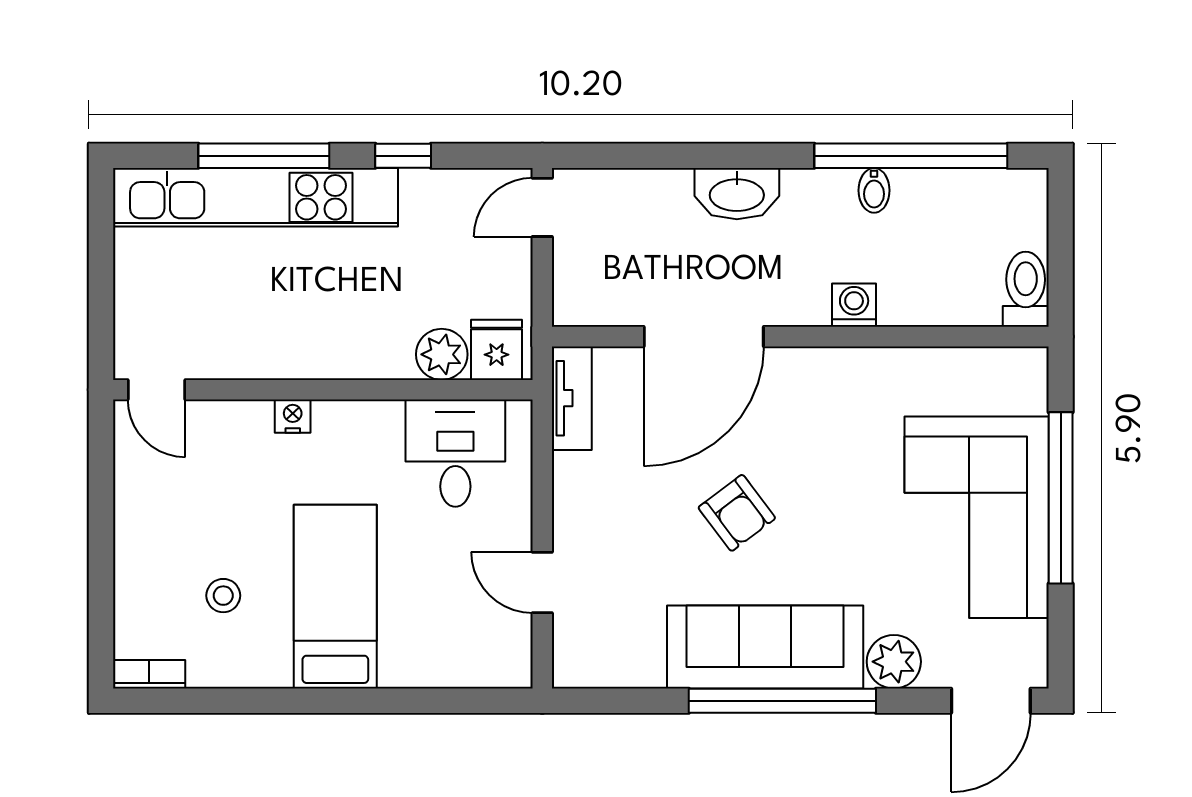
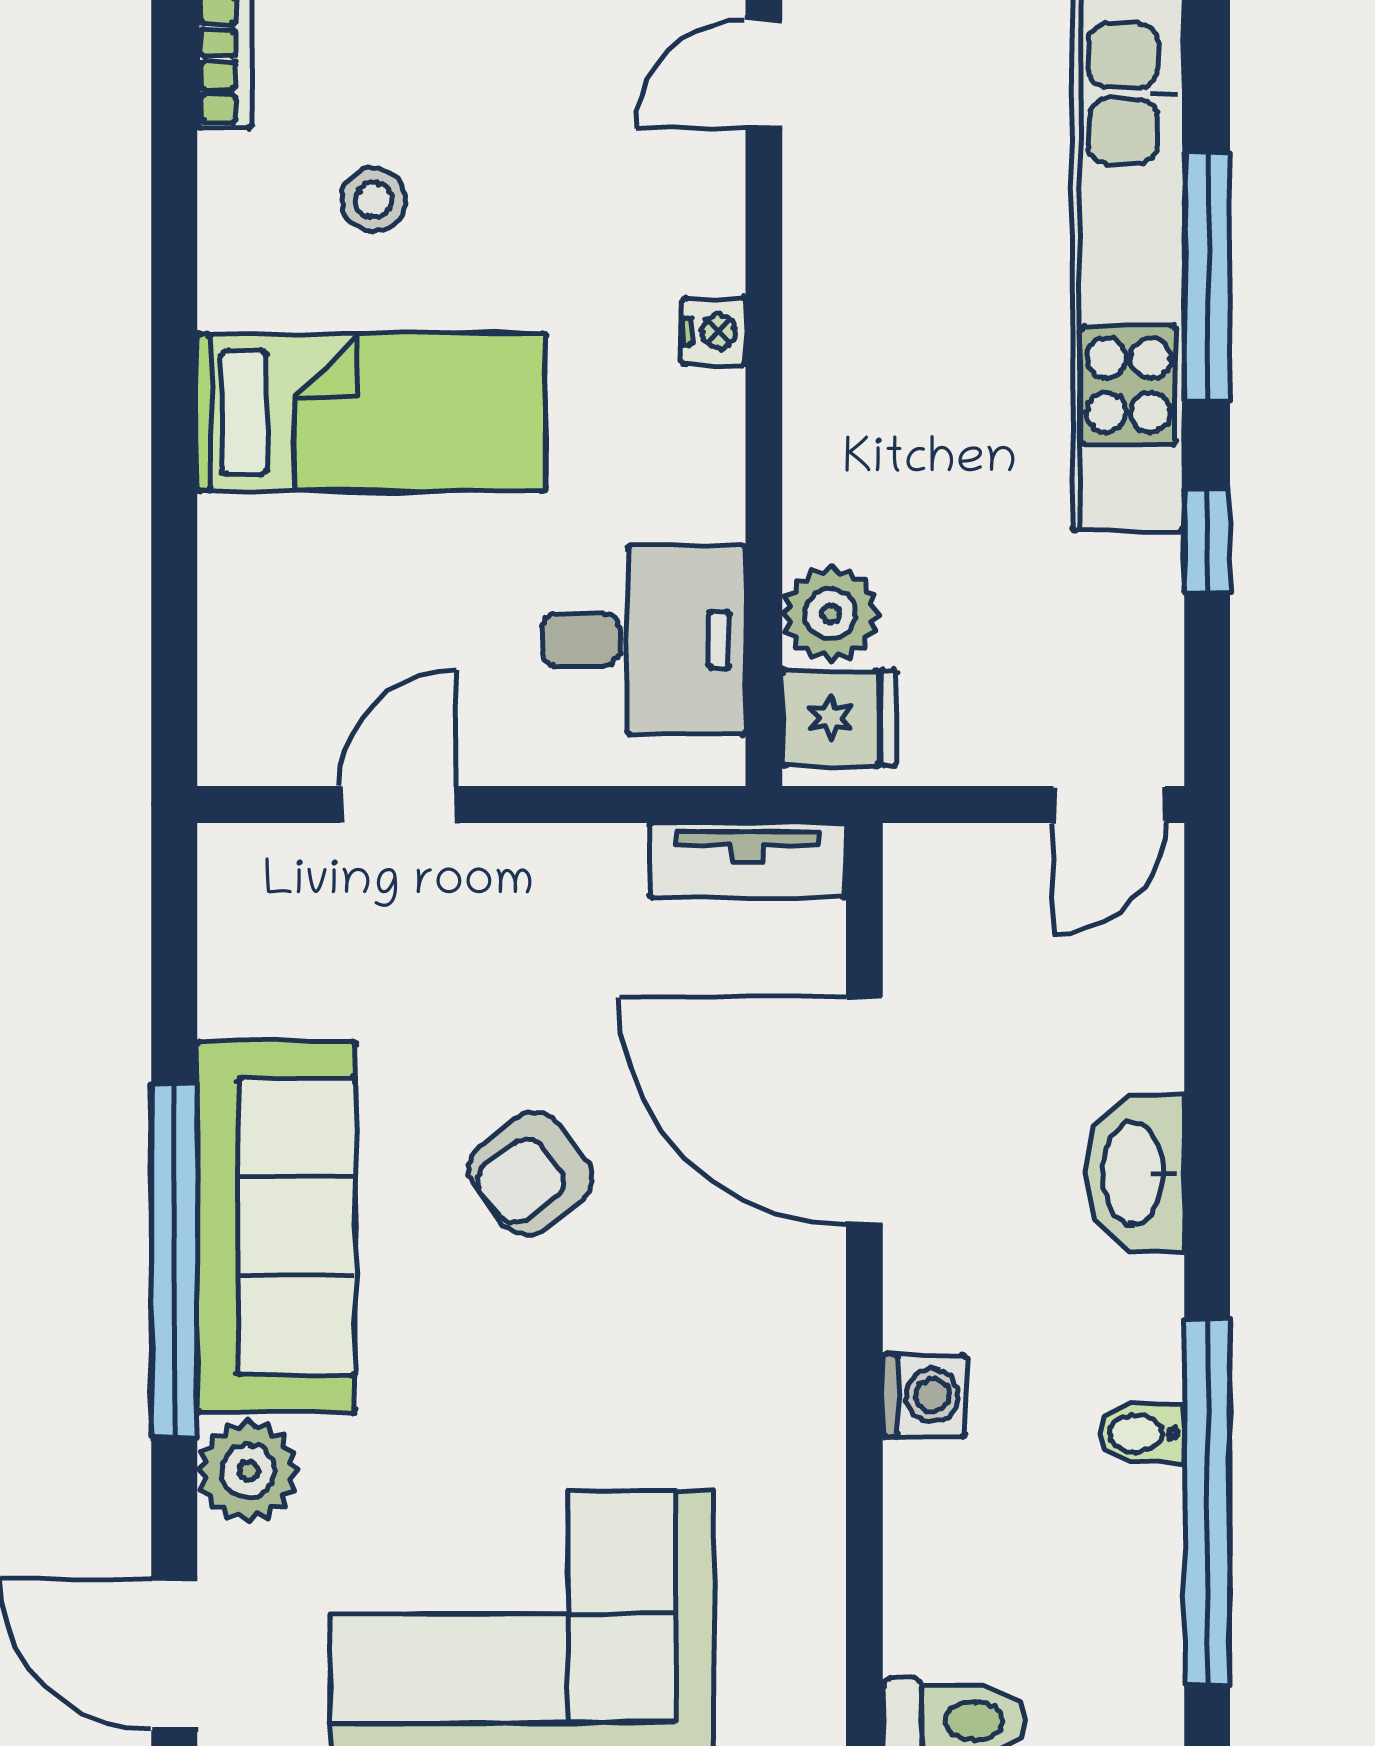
door: (542, 207) -> (1109, 805), swing flipped

